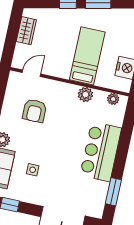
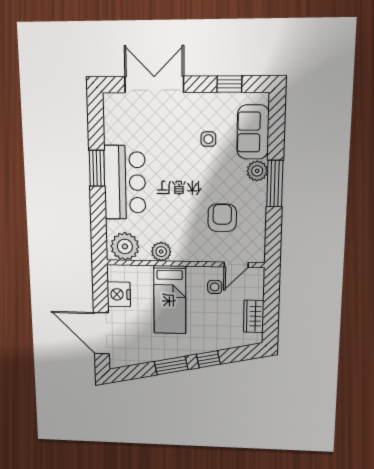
side table: (51, 59) -> (215, 287), added
plant: (113, 99) -> (125, 246), width x1.88, depth x1.88
window: (113, 192) -> (97, 168), moved

